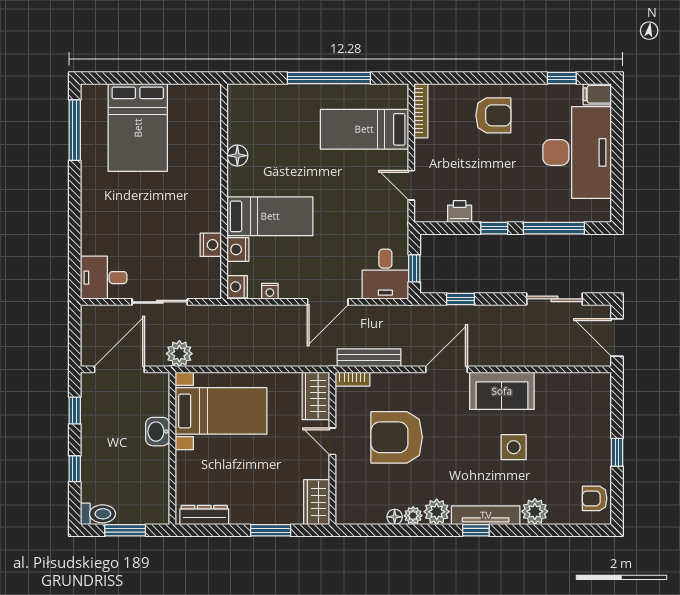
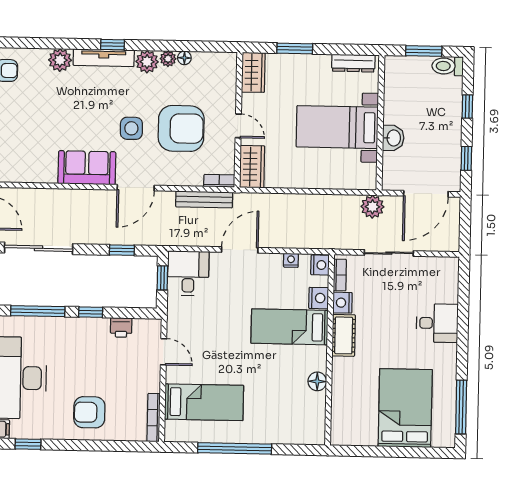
cot: (209, 208) -> (344, 335), added
bookcase: (214, 276) -> (340, 275), added
desk: (104, 278) -> (437, 323), moved
sliding door: (554, 299) -> (39, 248), width x1.37
bed with nightstands: (221, 411) -> (337, 127), moved
side table: (514, 447) -> (131, 128), moved

